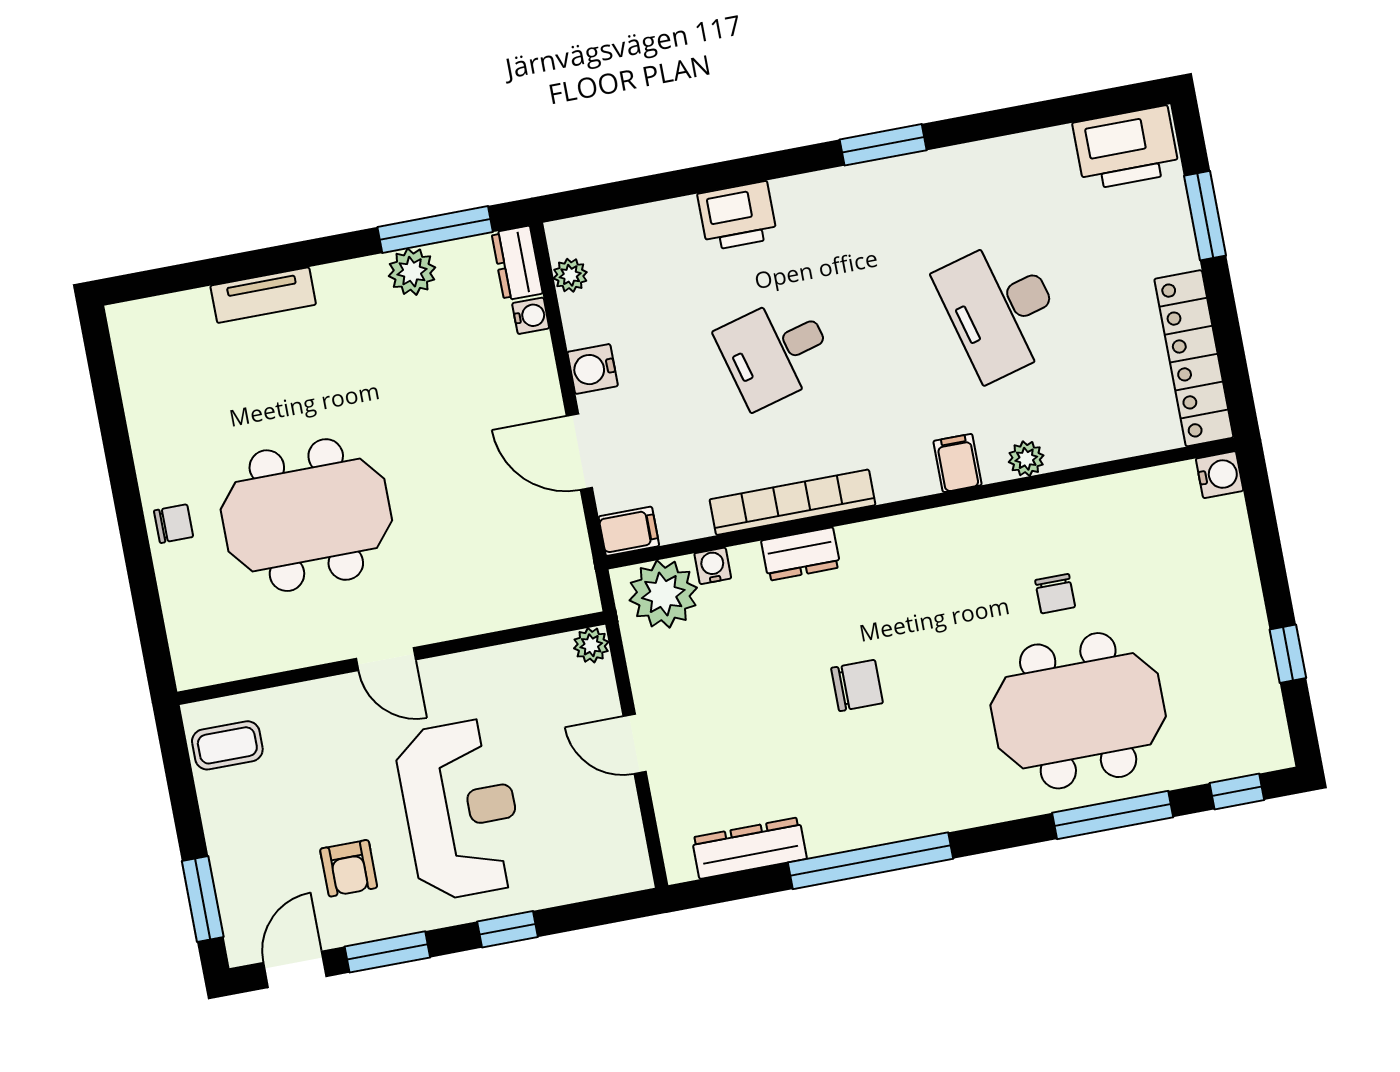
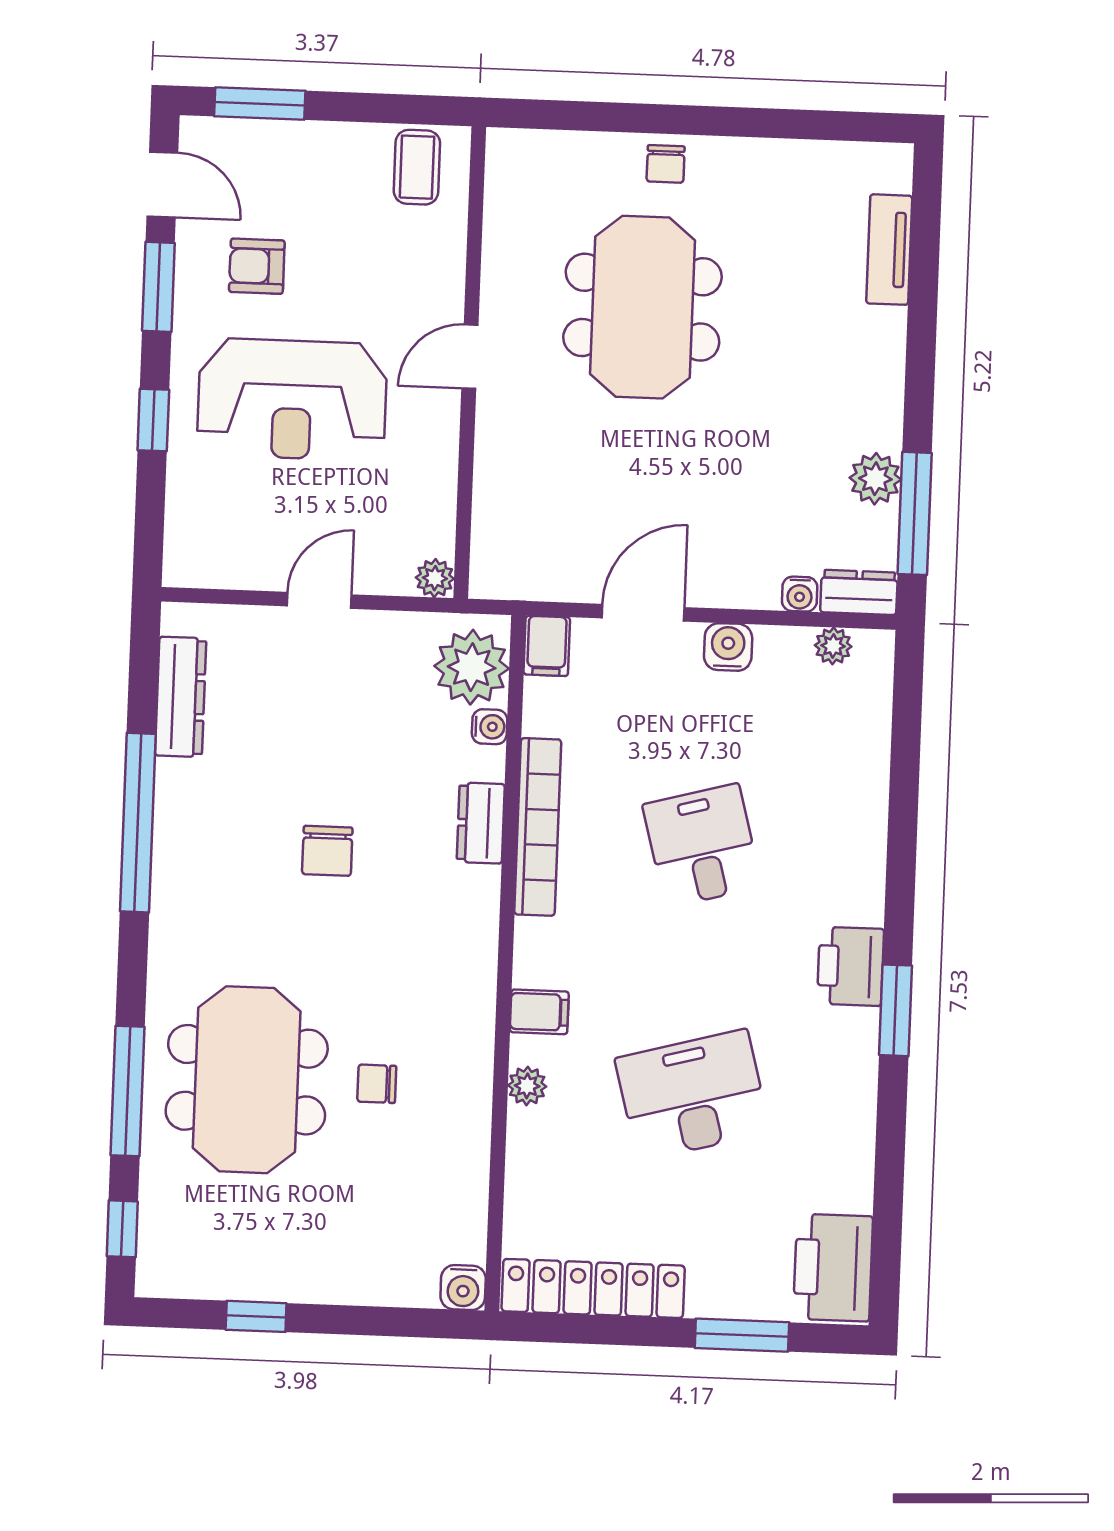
printer: (737, 216) -> (851, 966), moved
tv unit: (263, 295) -> (889, 250), moved

